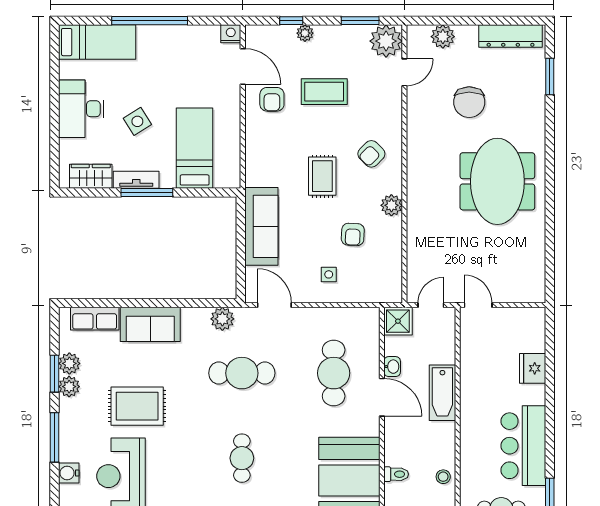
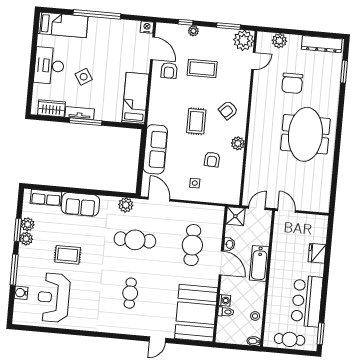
bed: (195, 148) -> (135, 98), moved
rug: (137, 406) -> (68, 255), width x0.73, depth x0.70
washing machine: (393, 456) -> (225, 300), added

